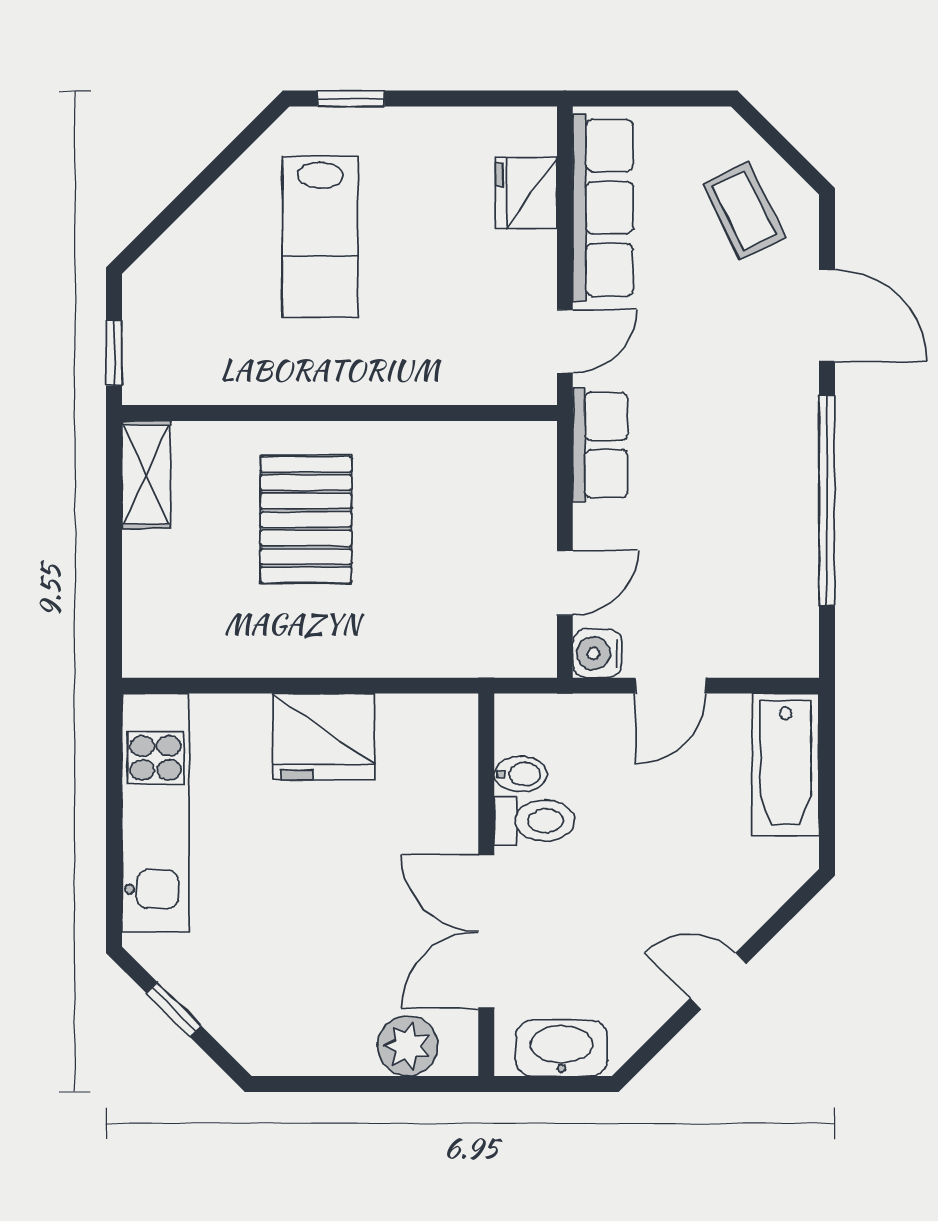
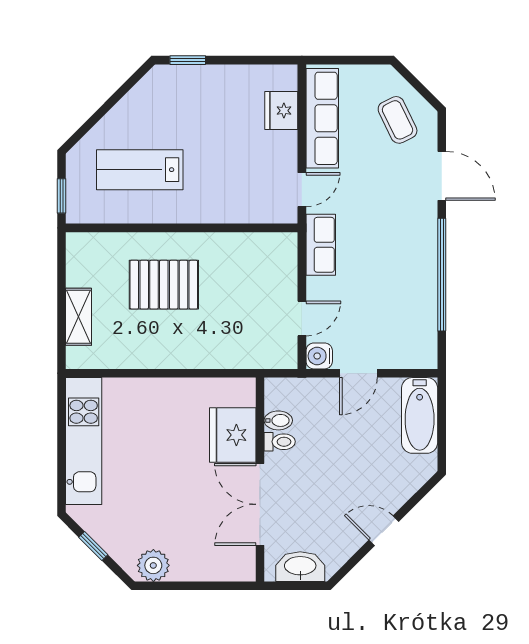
lab bench: (320, 237) -> (140, 170), moved, turned 90
shelving: (146, 475) -> (79, 317), moved
pallet: (306, 520) -> (164, 285), turned 90
fridge: (324, 737) -> (233, 435), moved, turned 90
toilet: (534, 821) -> (280, 442), width x0.73, depth x0.72
plant: (408, 1046) -> (153, 565), moved

